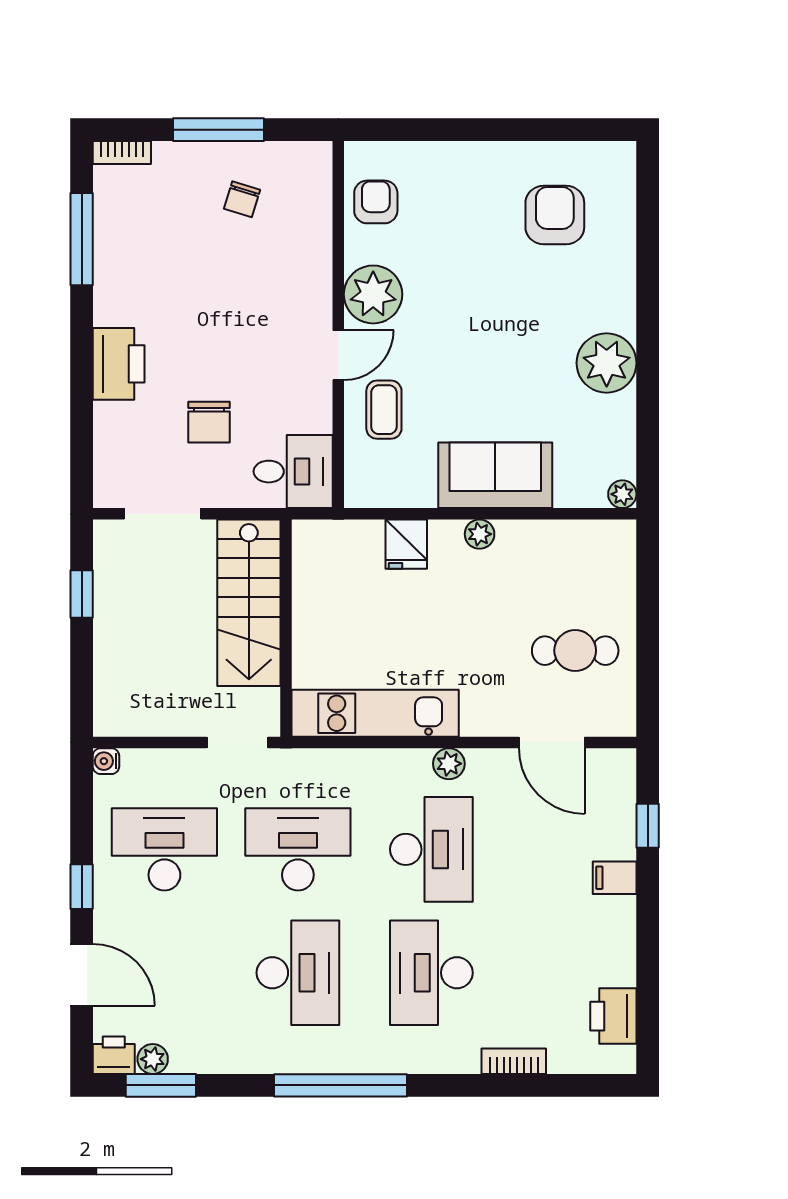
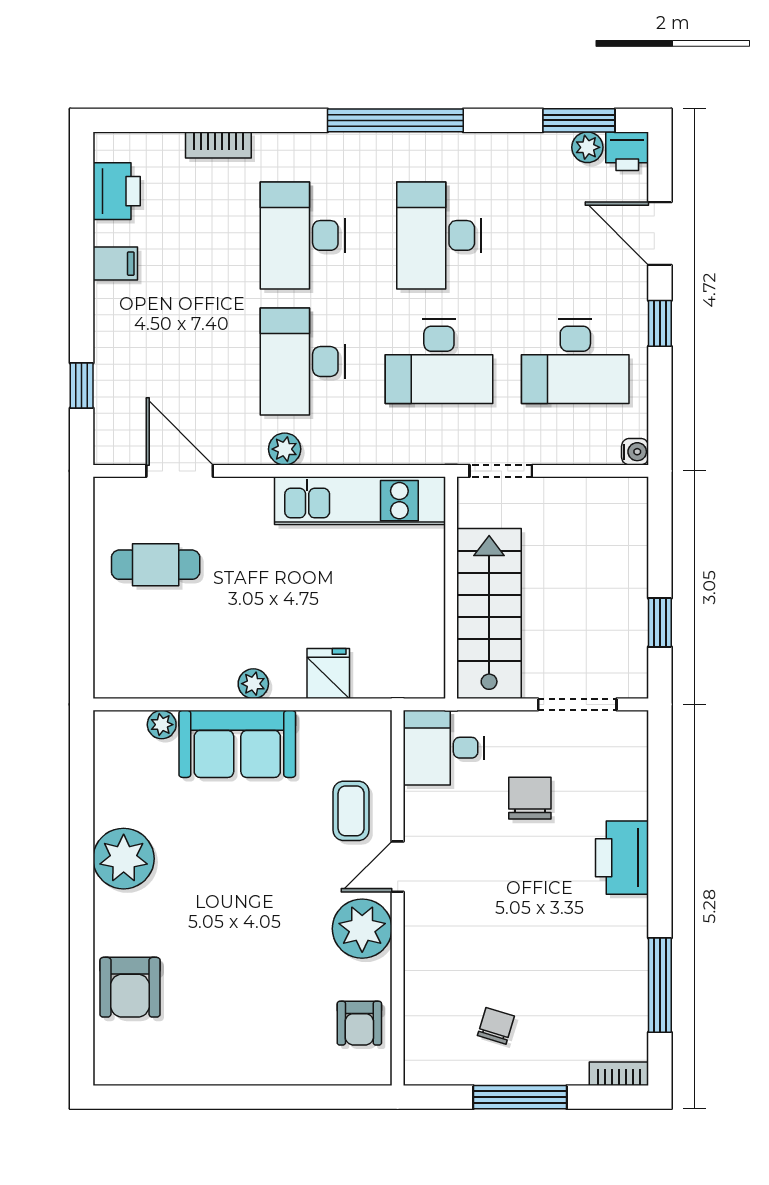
armchair: (555, 215) -> (130, 987), moved
plant: (622, 494) -> (162, 725), moved
filing cabinet: (615, 878) -> (115, 264), moved
desk: (431, 973) -> (303, 235), turned 180

